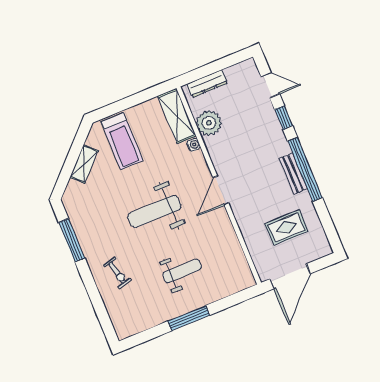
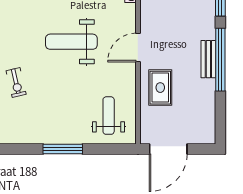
rug: (287, 228) -> (160, 88), moved, turned 90
weight bench: (182, 271) -> (109, 116), moved, turned -90

